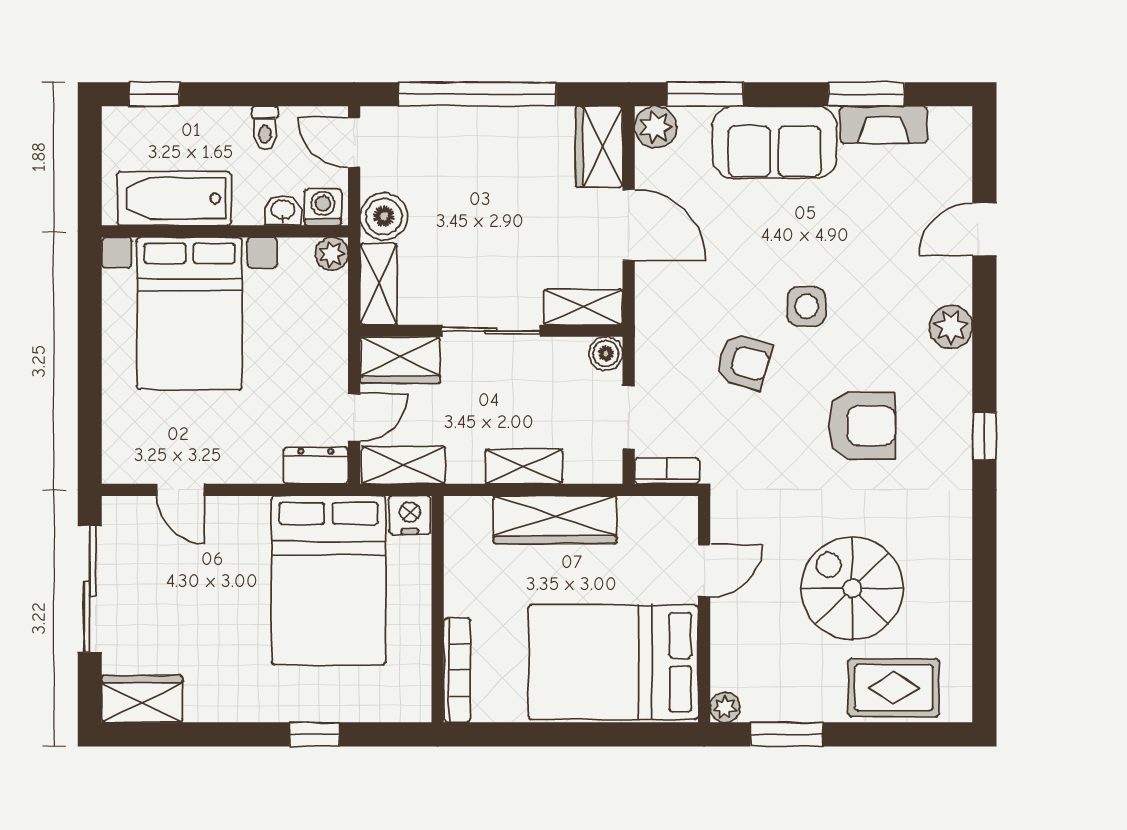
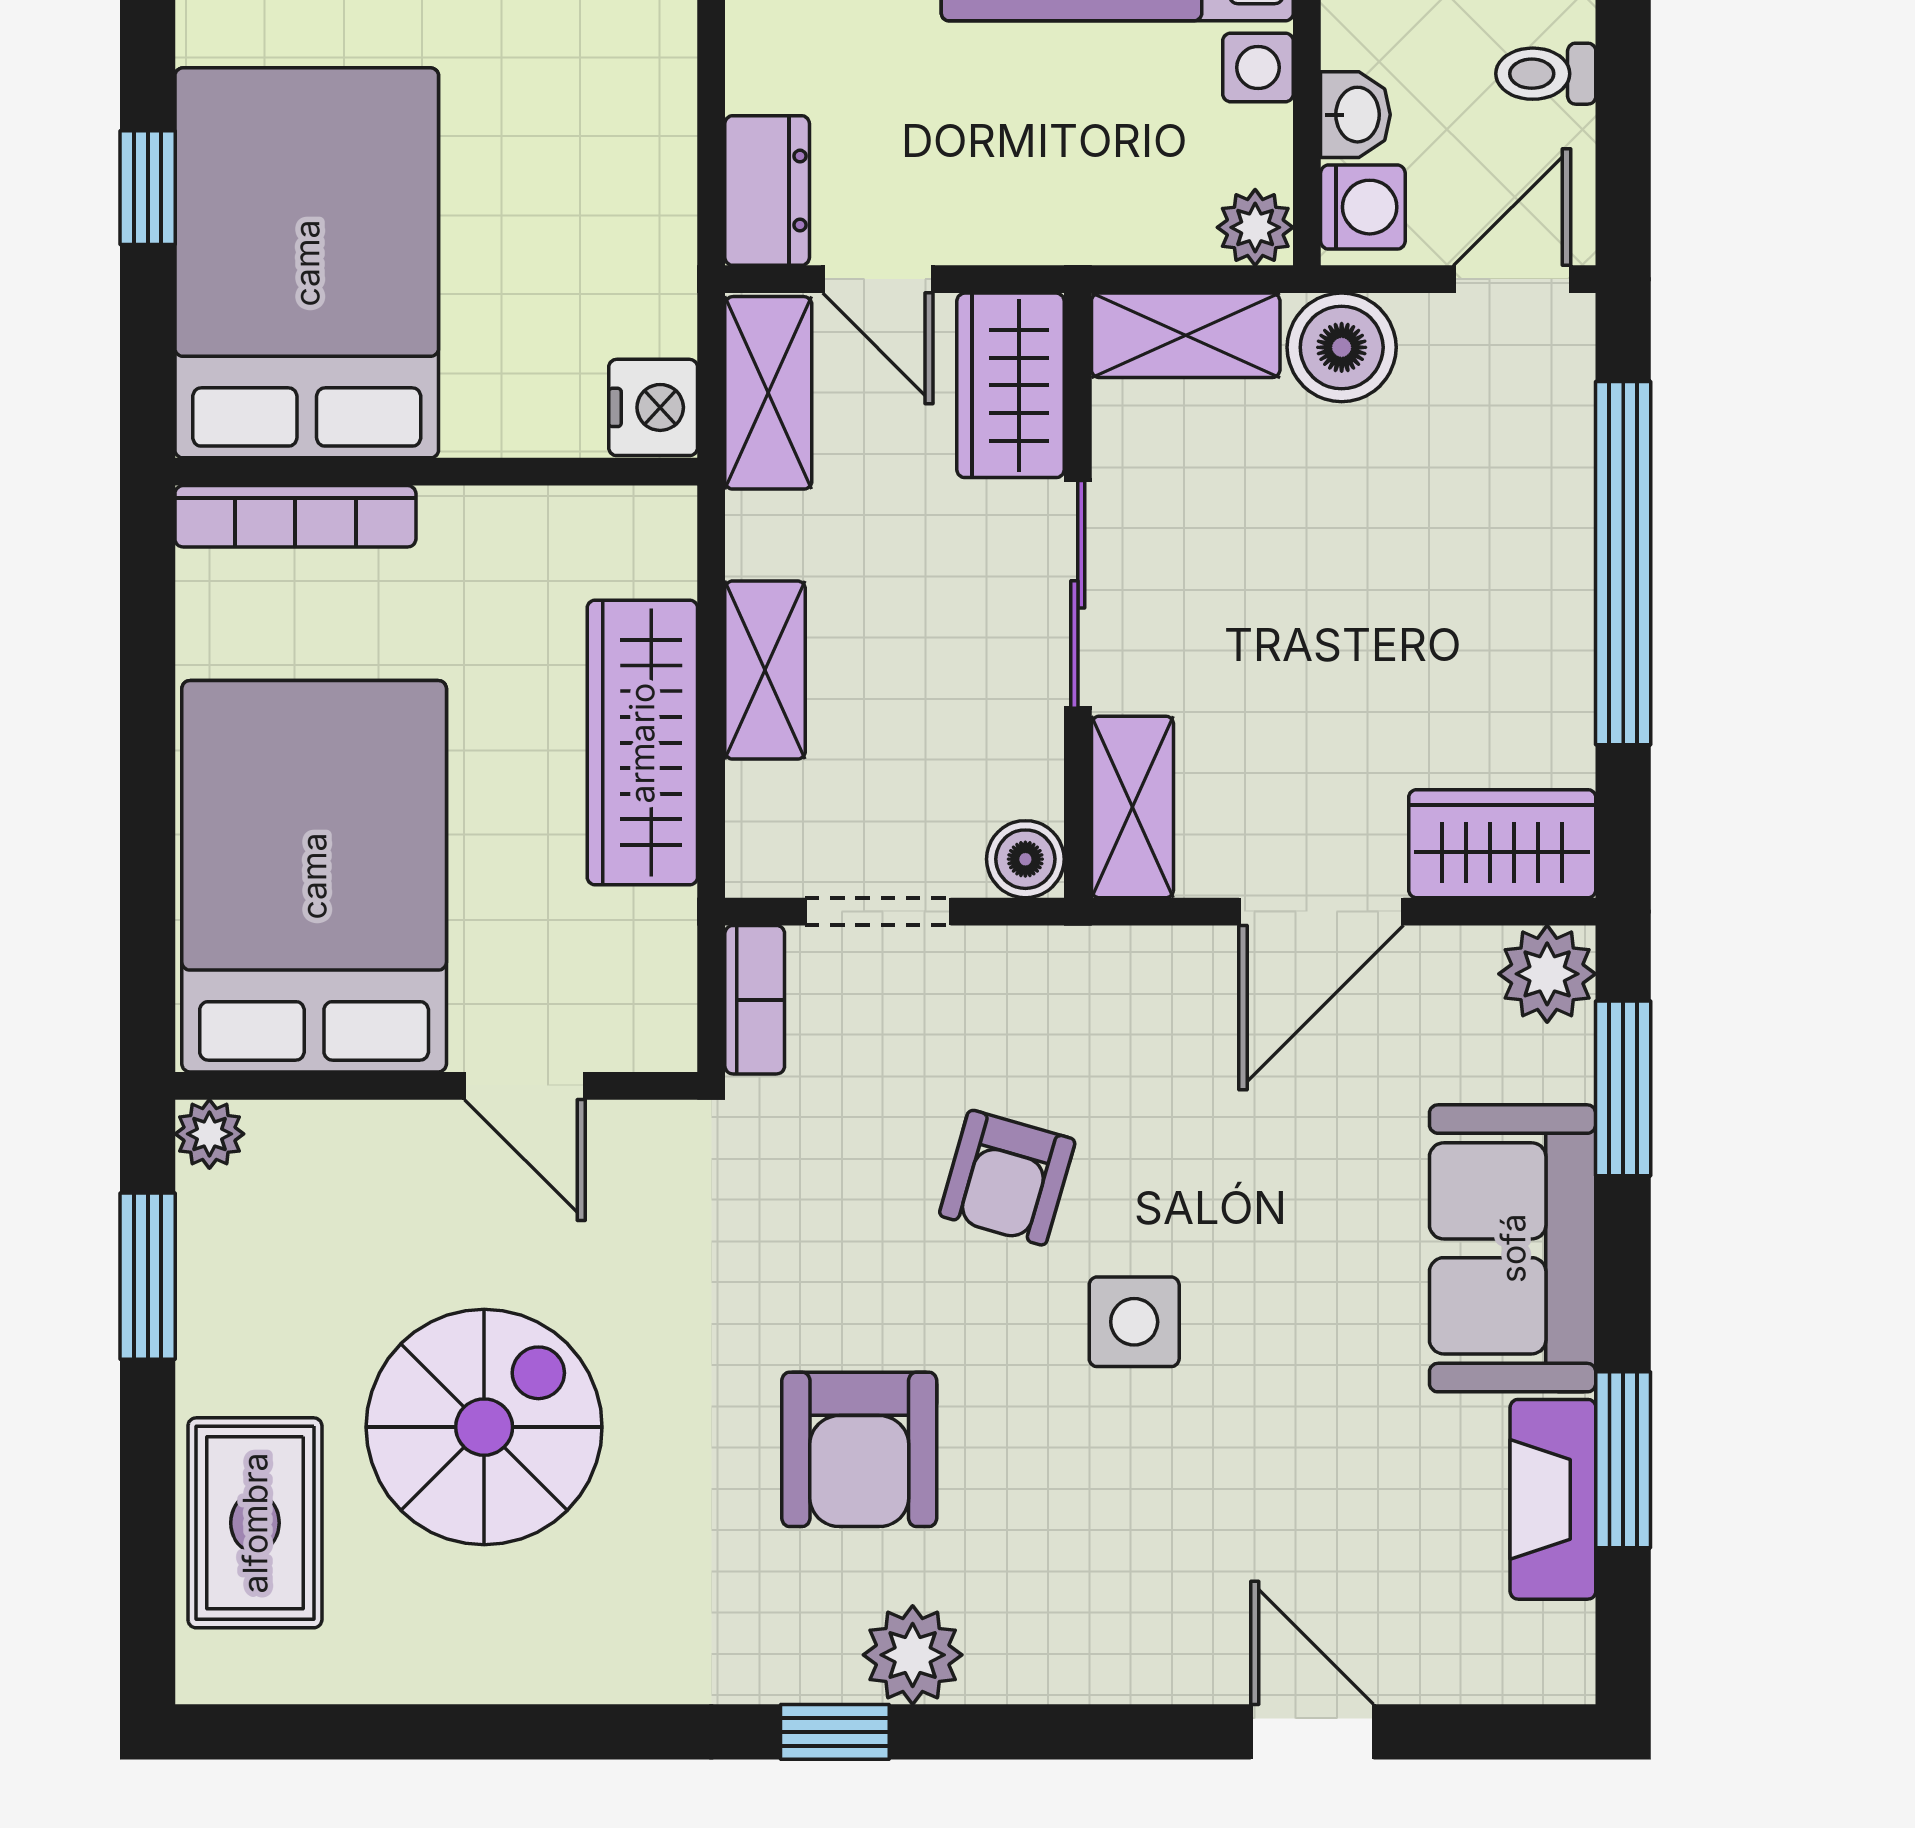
plant: (951, 327) -> (913, 1655), moved
bed: (329, 580) -> (307, 263), moved, turned 90

